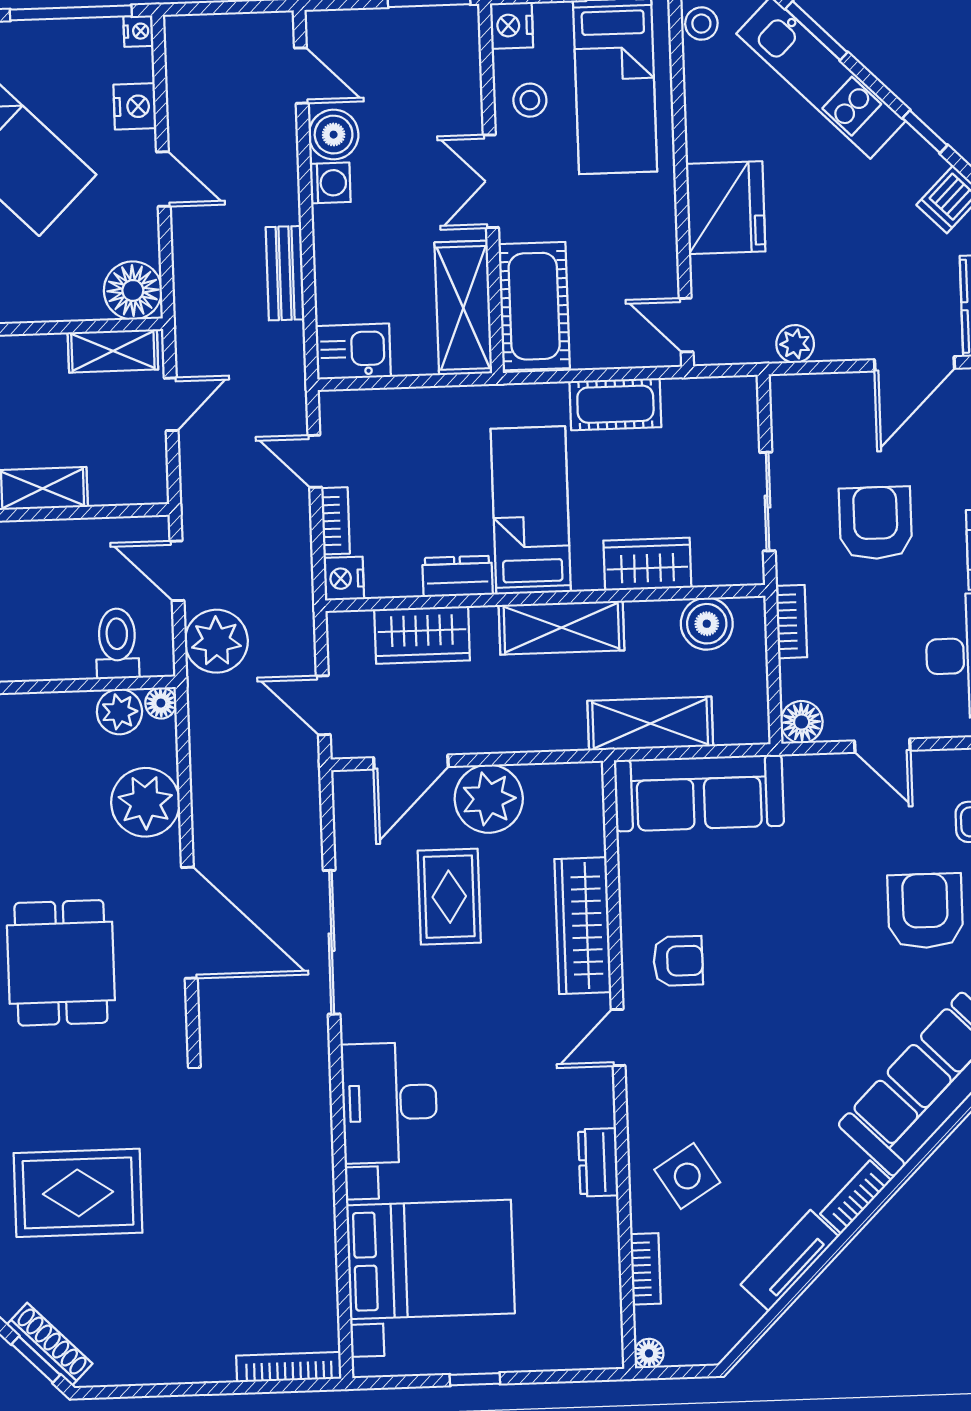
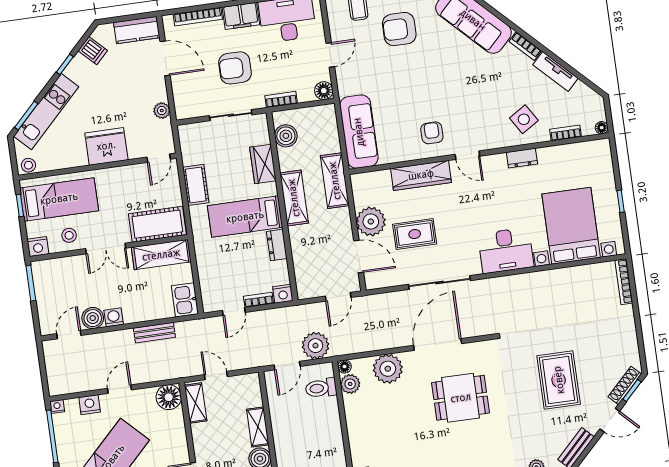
wardrobe: (422, 635) -> (304, 258), removed
shelving: (650, 724) -> (335, 181), moved

